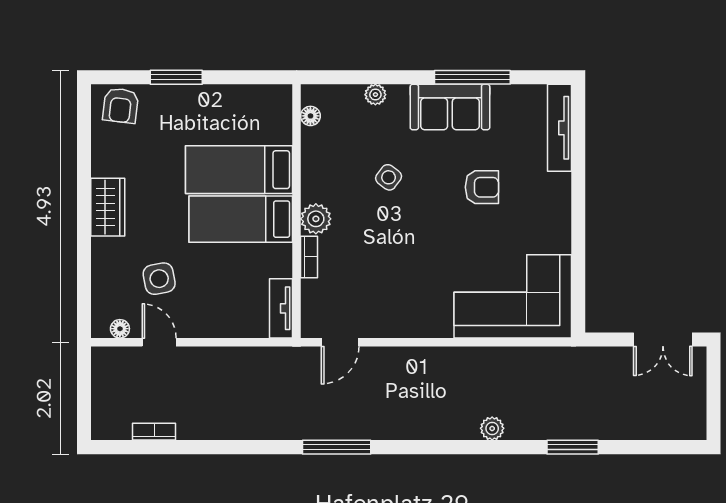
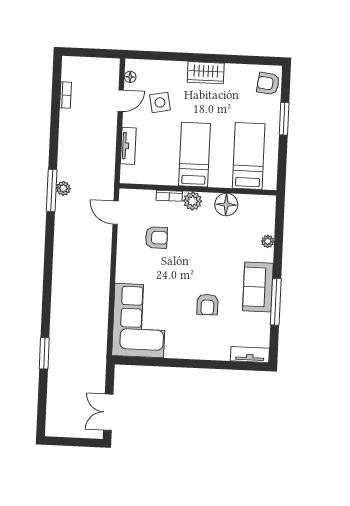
floor lamp: (310, 116) -> (226, 205), moved, width x1.89, depth x1.89
tv unit: (559, 128) -> (250, 355), width x0.71
bed: (239, 170) -> (249, 156), moved
side table: (389, 177) -> (216, 247), removed
armchair: (377, 275) -> (156, 238), added
tv unit: (281, 308) -> (128, 146), moved, turned 90
plant: (492, 428) -> (63, 188), moved
window: (337, 447) -> (52, 190), moved

